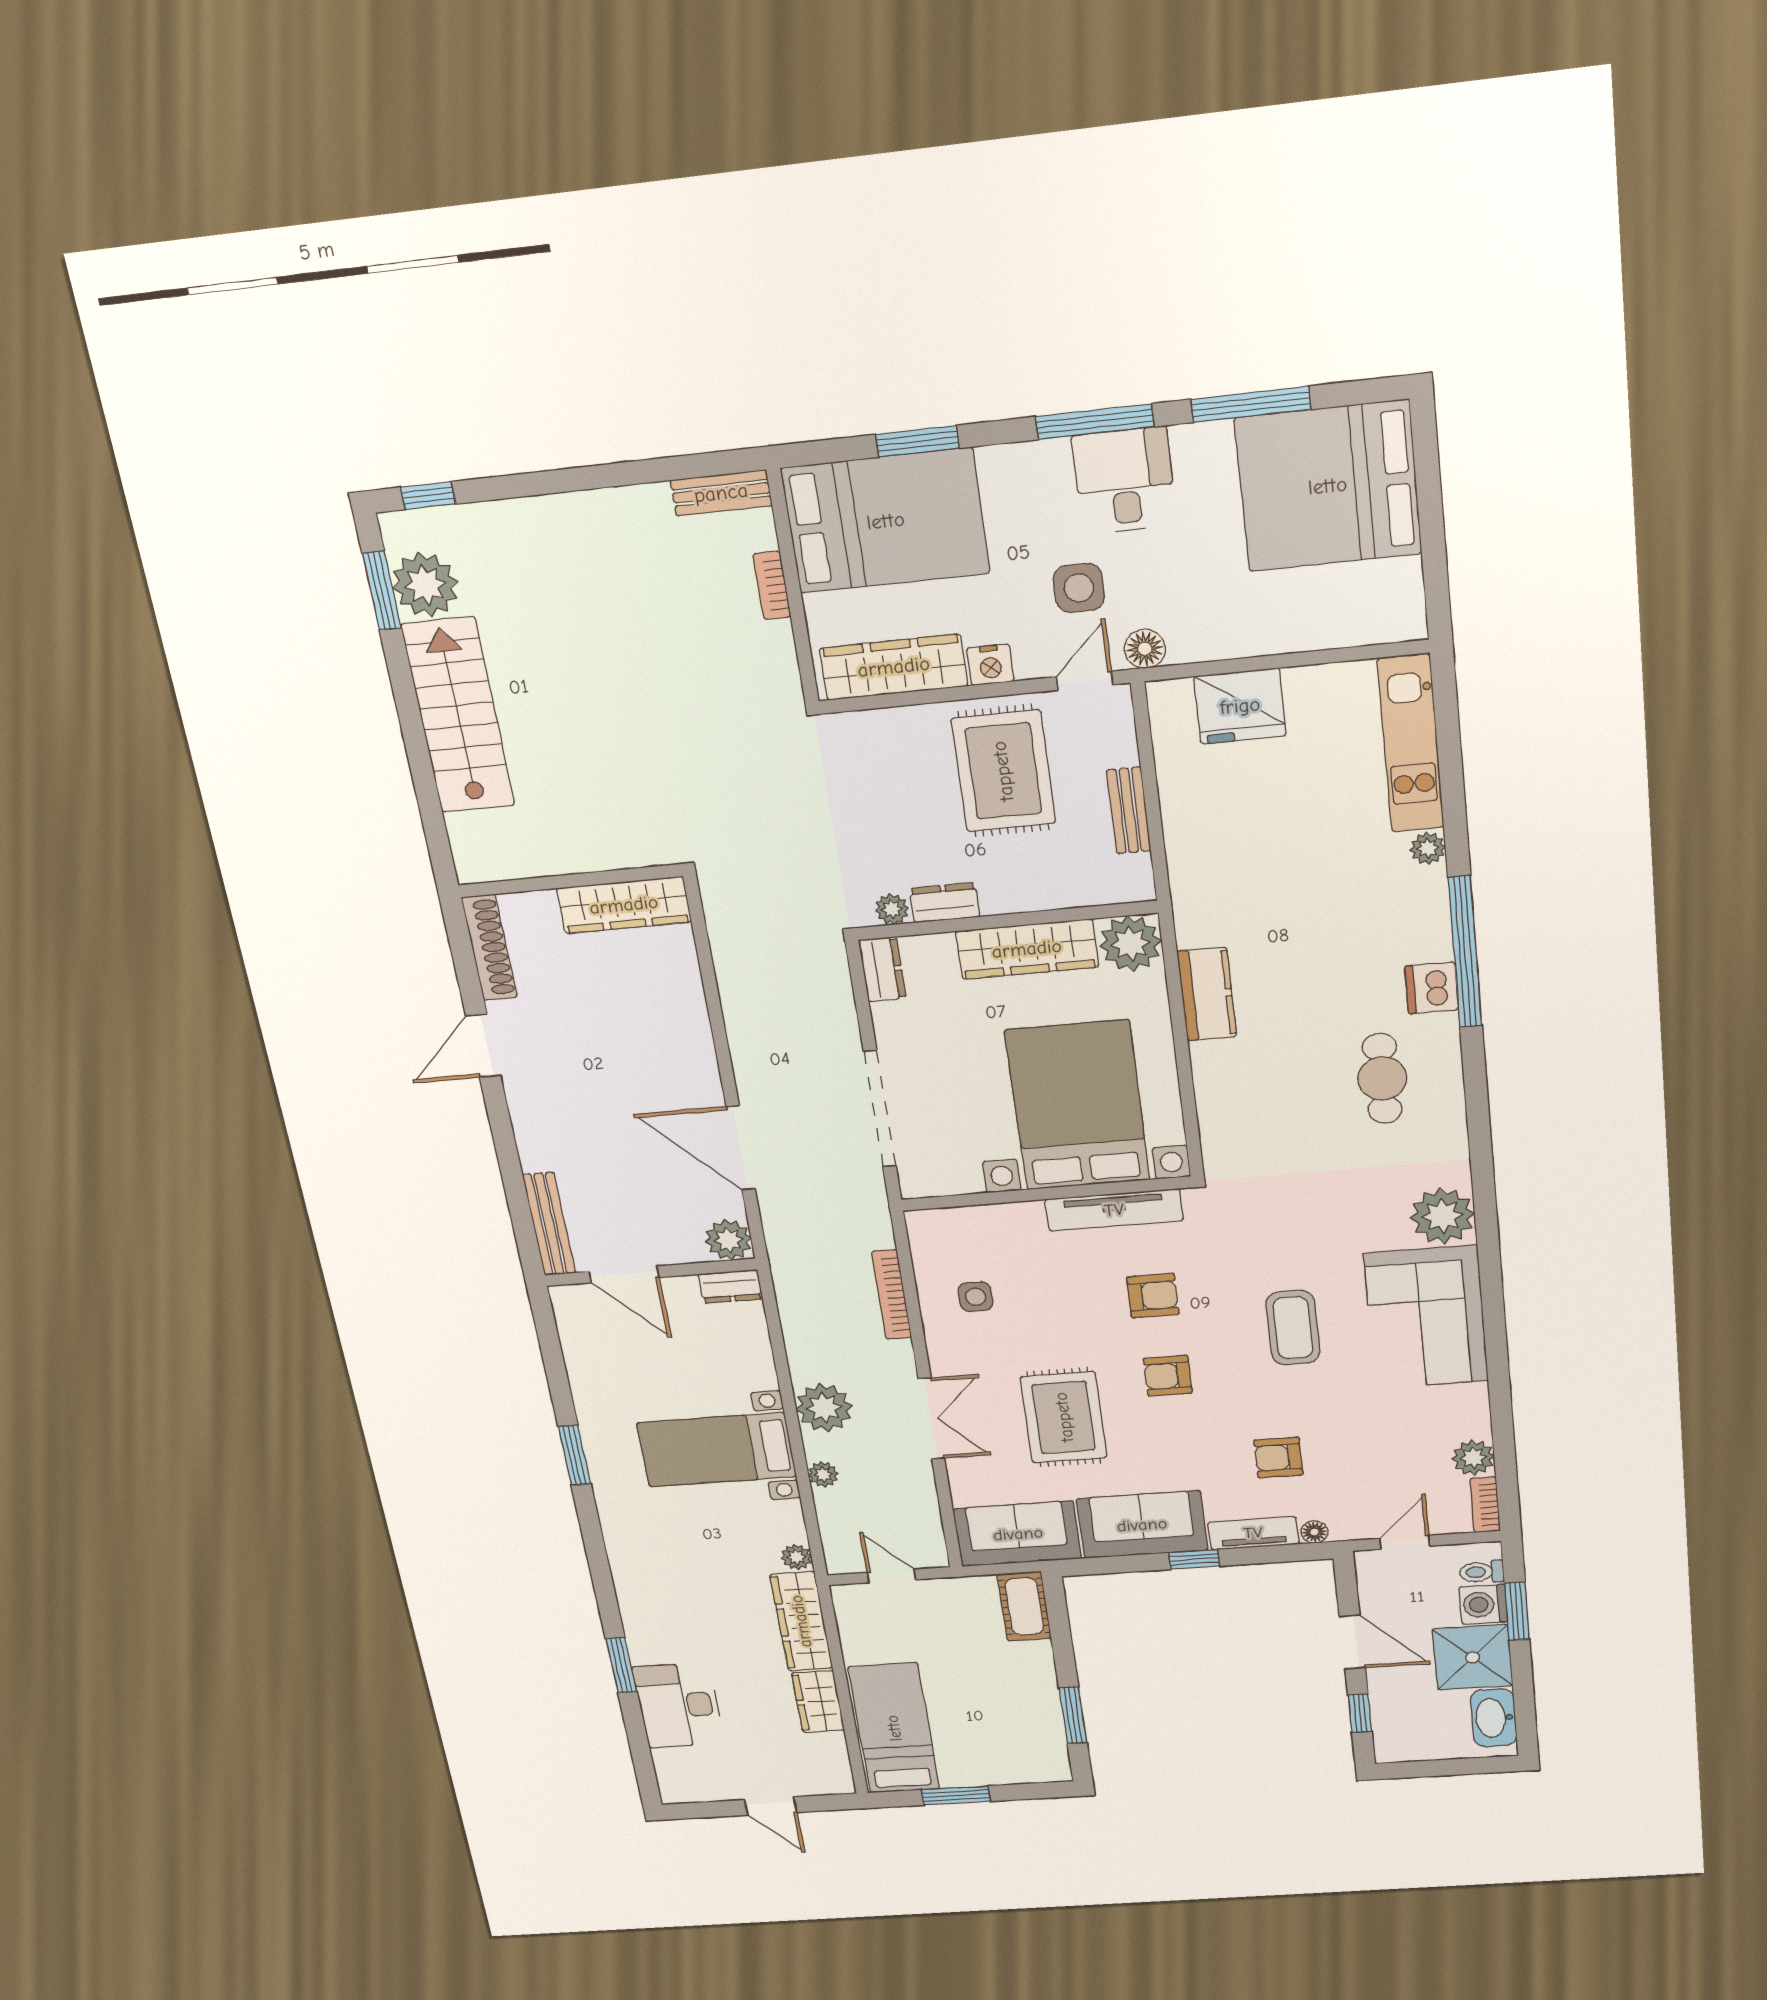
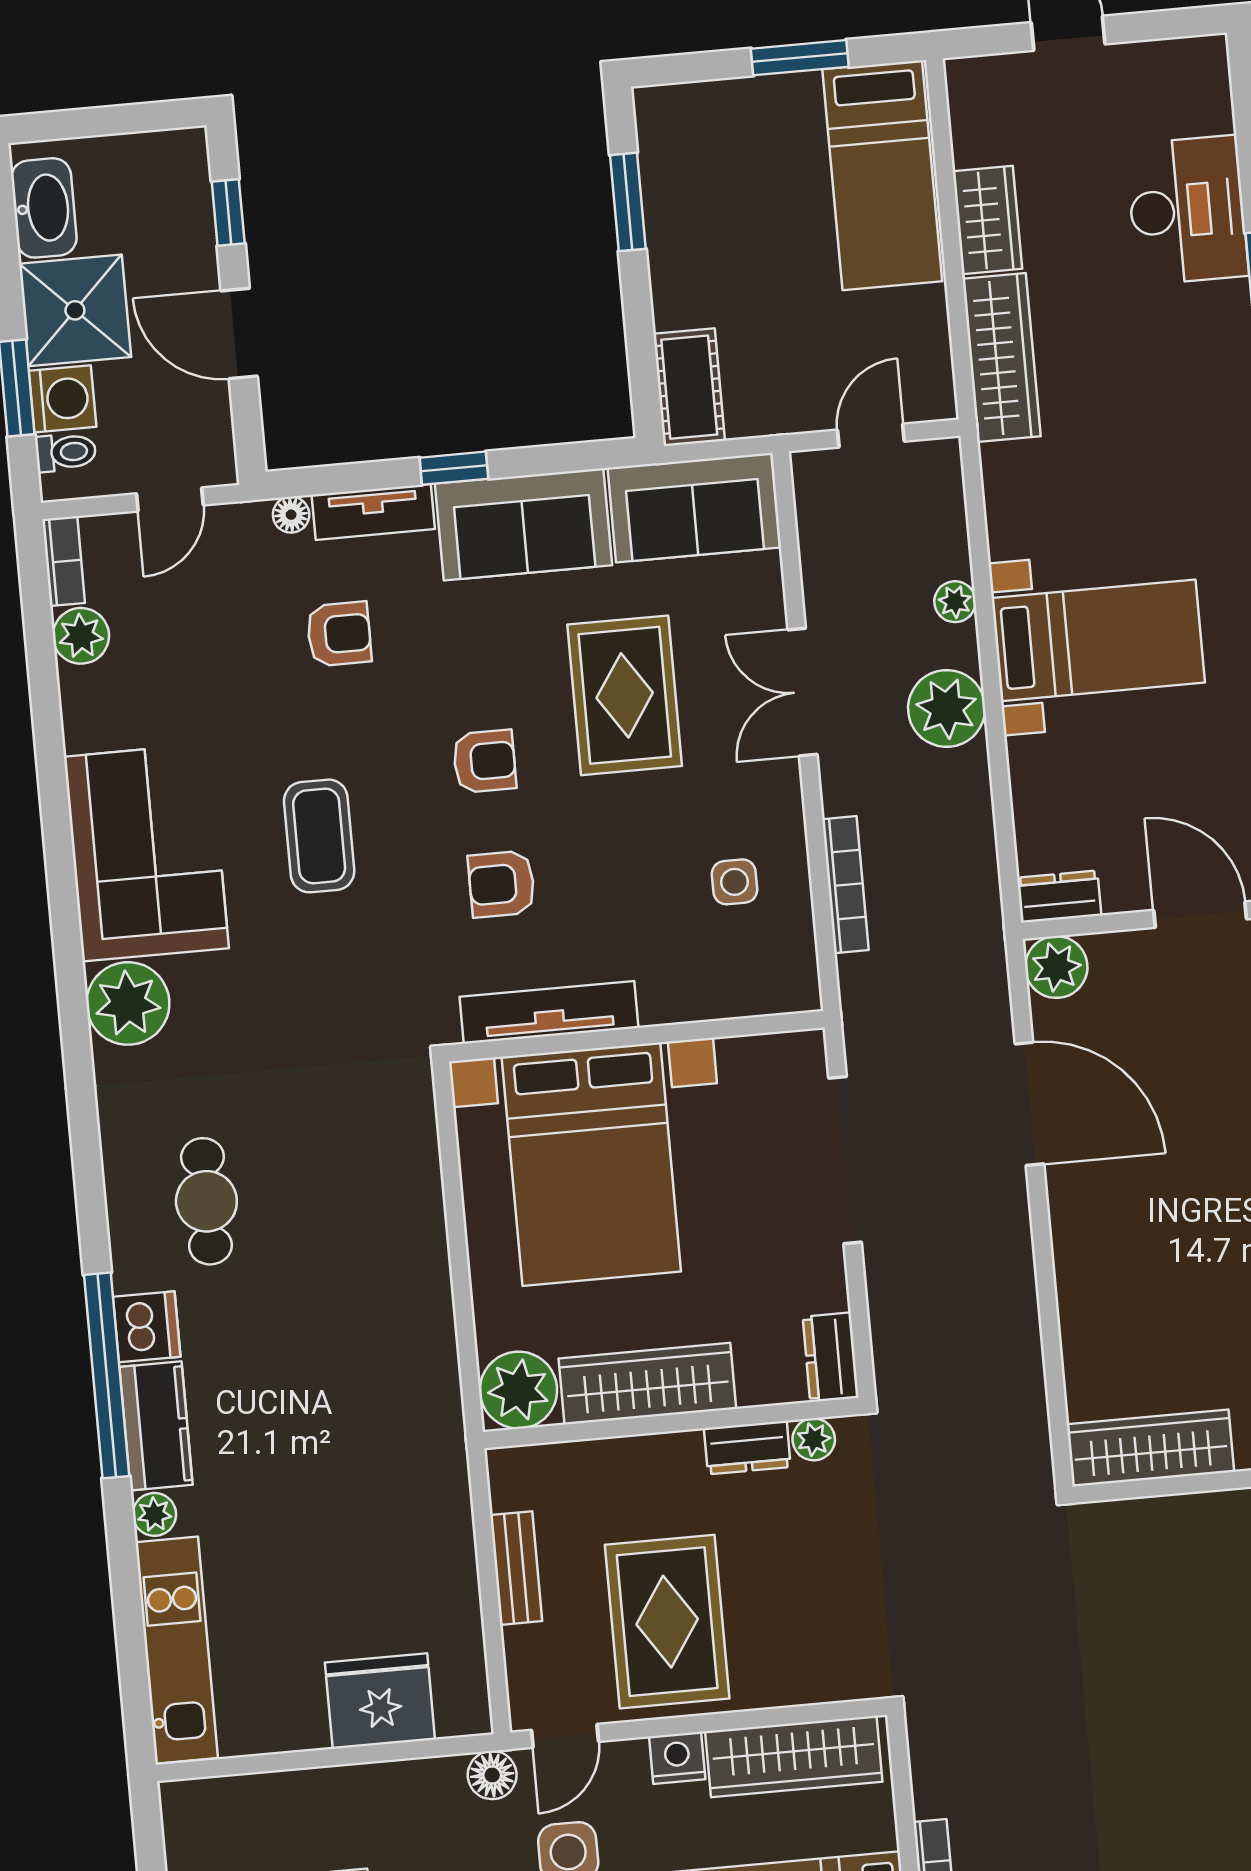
kitchen counter: (1207, 994) -> (156, 1426), moved, turned 180
plant: (796, 1557) -> (1001, 466), removed
door: (892, 1576) -> (871, 436), swing flipped

